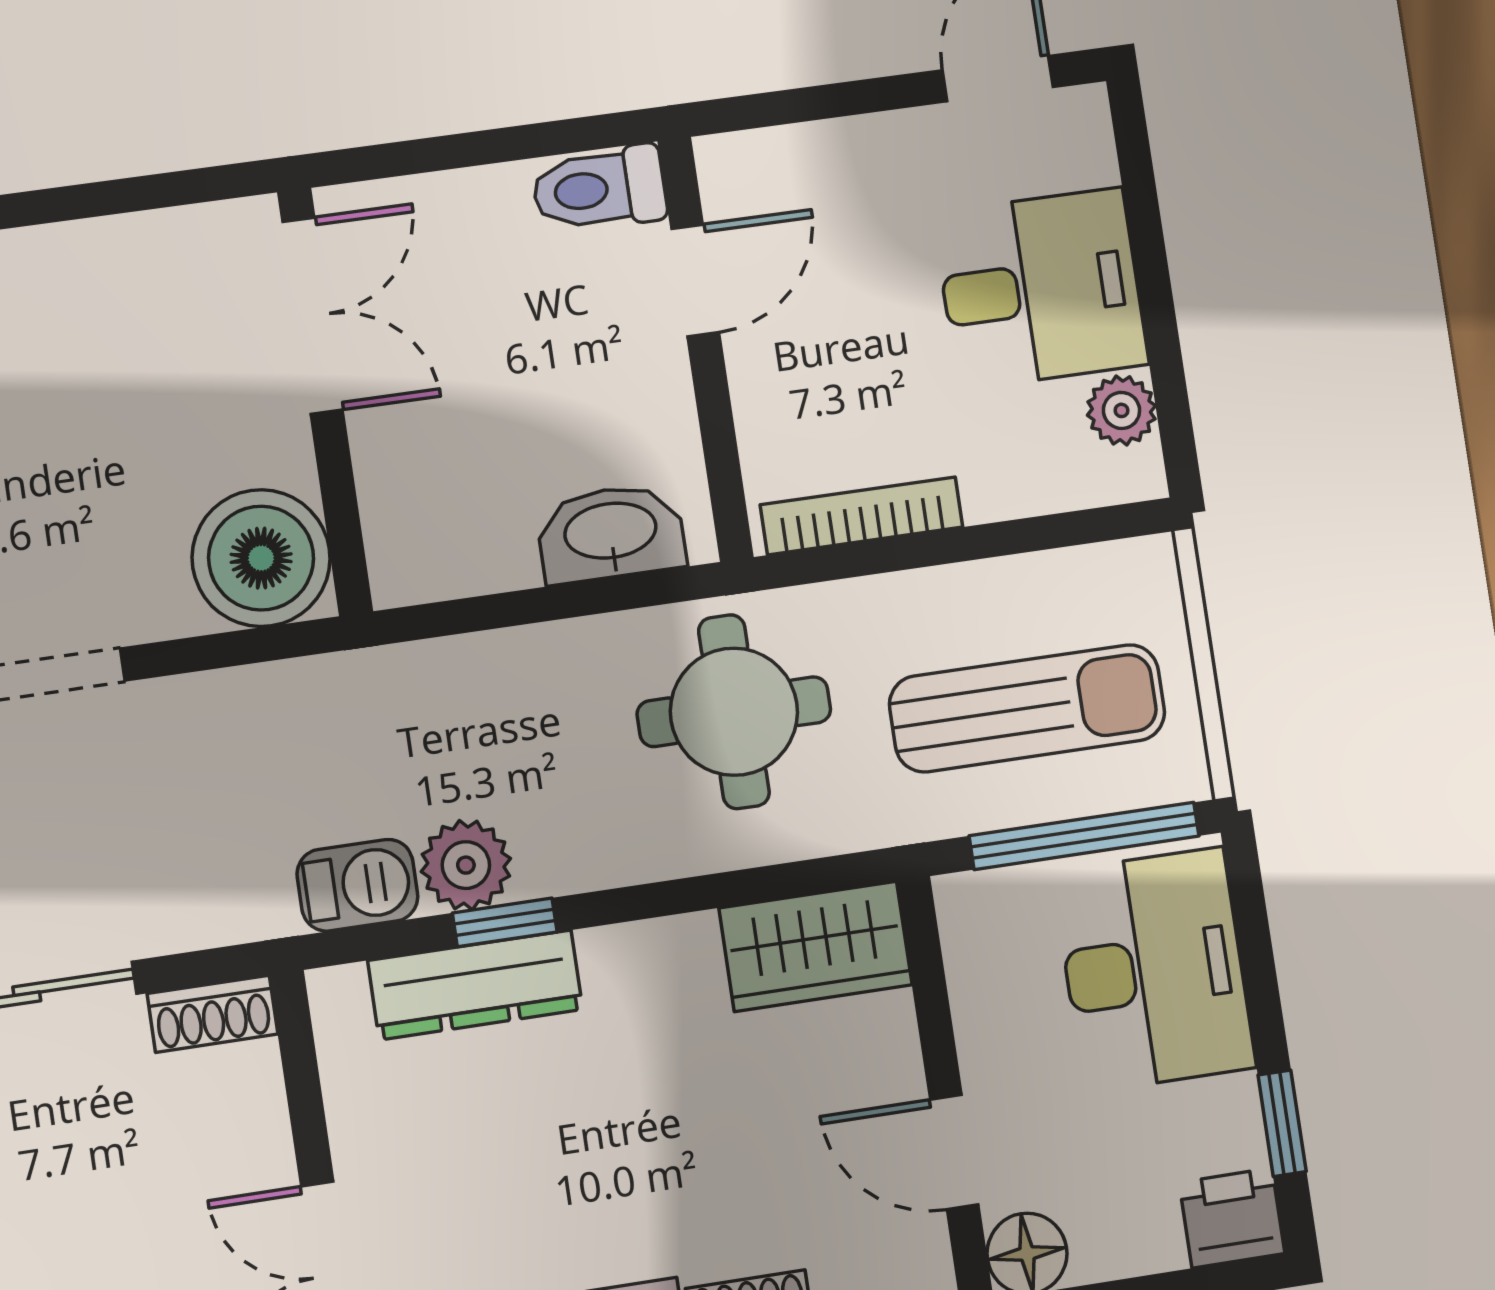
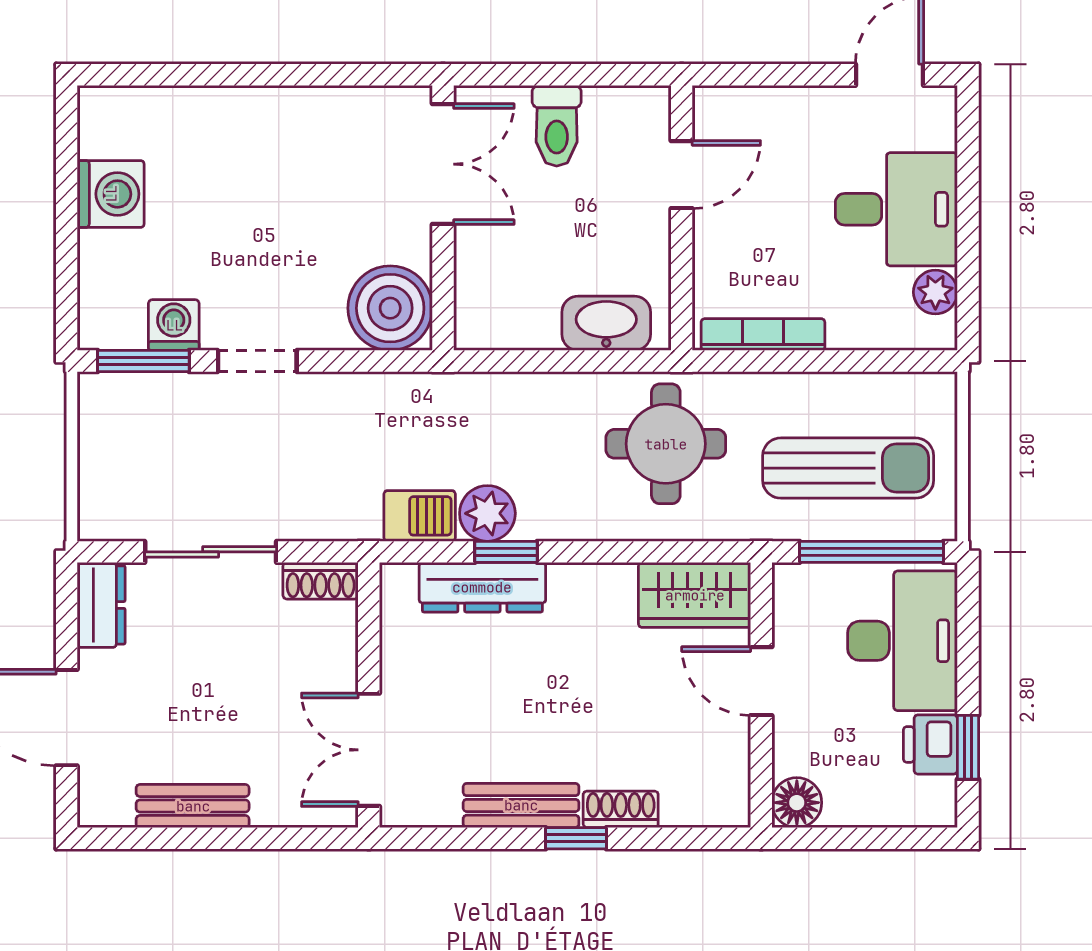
toilet: (599, 189) -> (557, 126), moved, turned -90
door: (954, 1152) -> (761, 681), moved
printer: (1232, 1218) -> (930, 744), moved, turned -90

